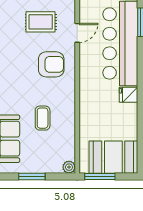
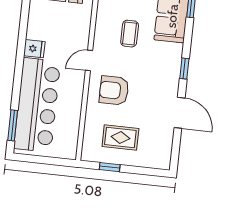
door: (77, 33) -> (89, 60), moved

